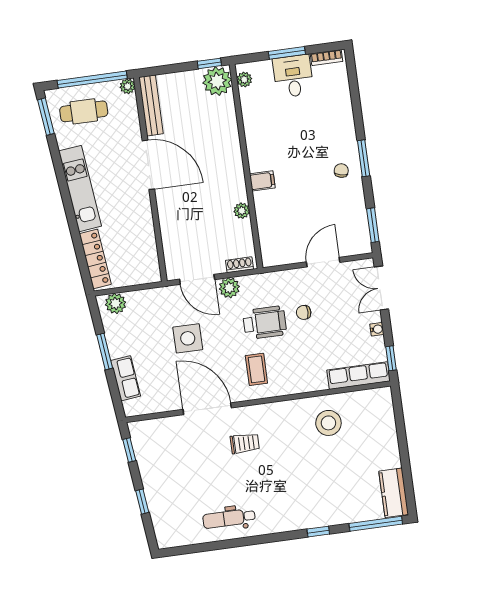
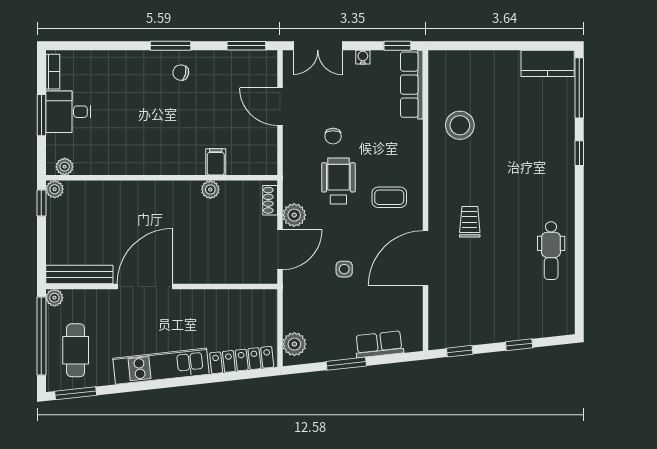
plant: (217, 81) -> (55, 189), width x0.53, depth x0.53
filing cabinet: (262, 181) -> (216, 162), moved
side table: (188, 338) -> (344, 269), width x0.54, depth x0.54

